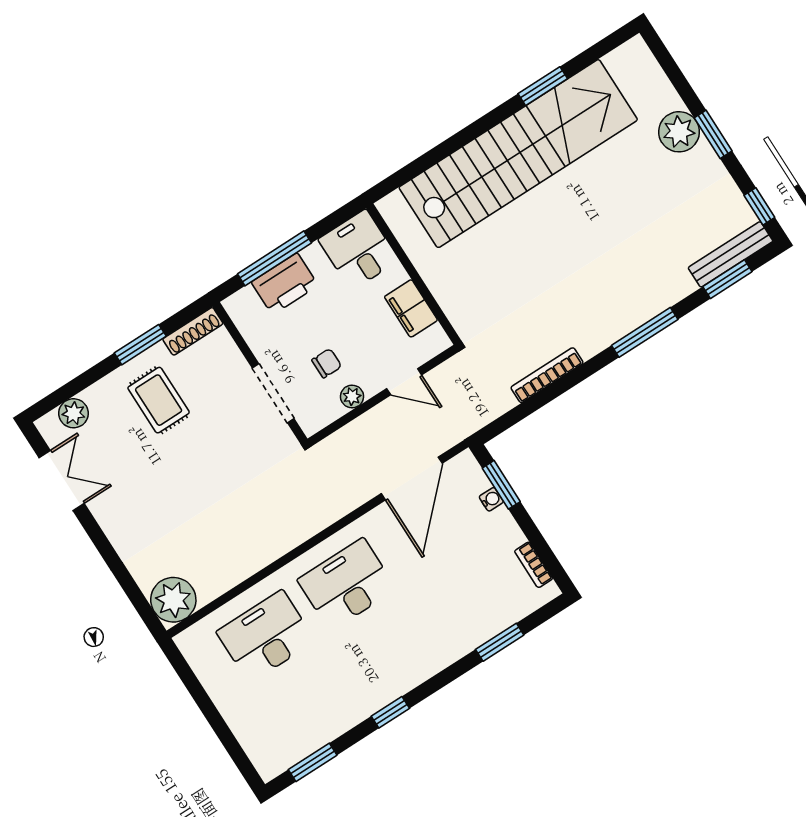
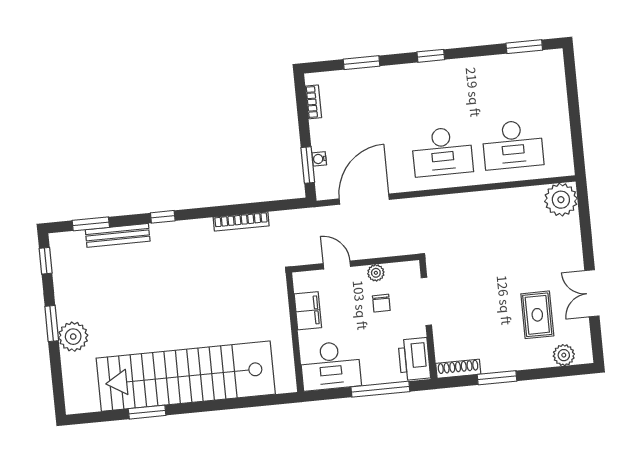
desk: (358, 250) -> (330, 366), width x1.37
bench: (731, 254) -> (118, 235), moved
printer: (285, 284) -> (414, 359), moved, turned -90
window: (645, 332) -> (163, 217), width x0.46
chair: (327, 363) -> (381, 303), turned -90
rug: (159, 400) -> (537, 315), moved
double door: (62, 481) -> (592, 293), moved
window: (390, 712) -> (431, 56), moved

